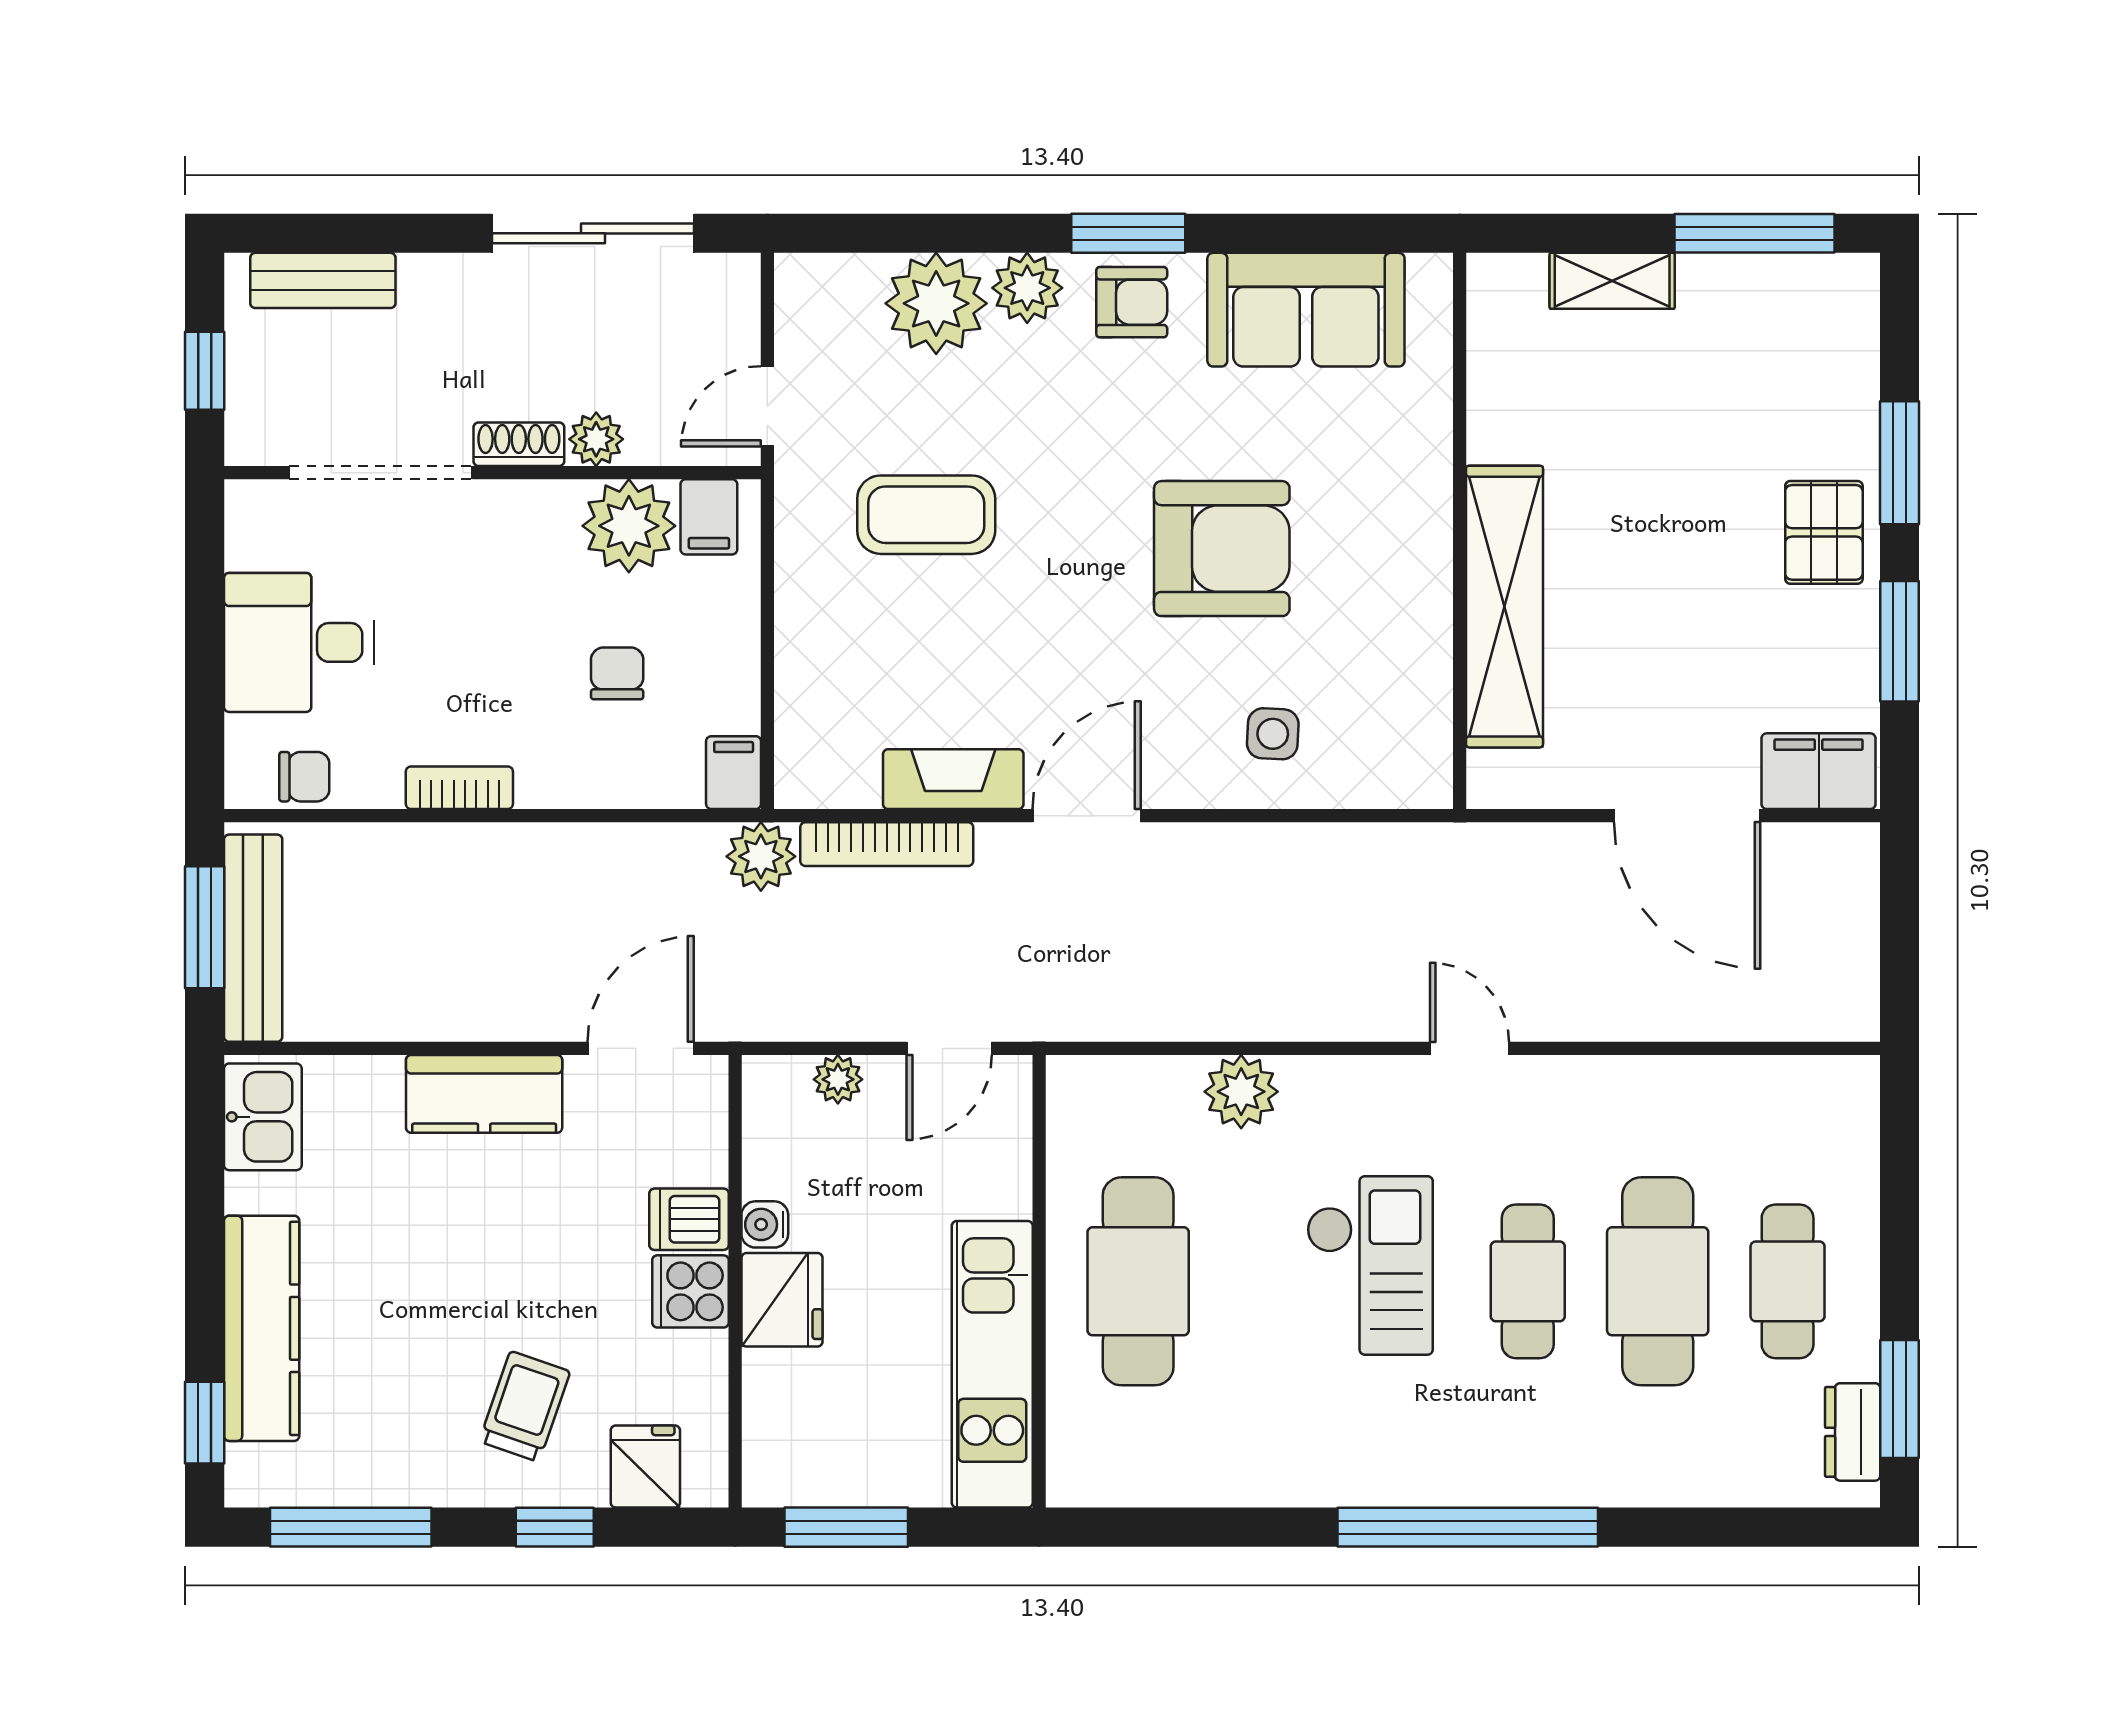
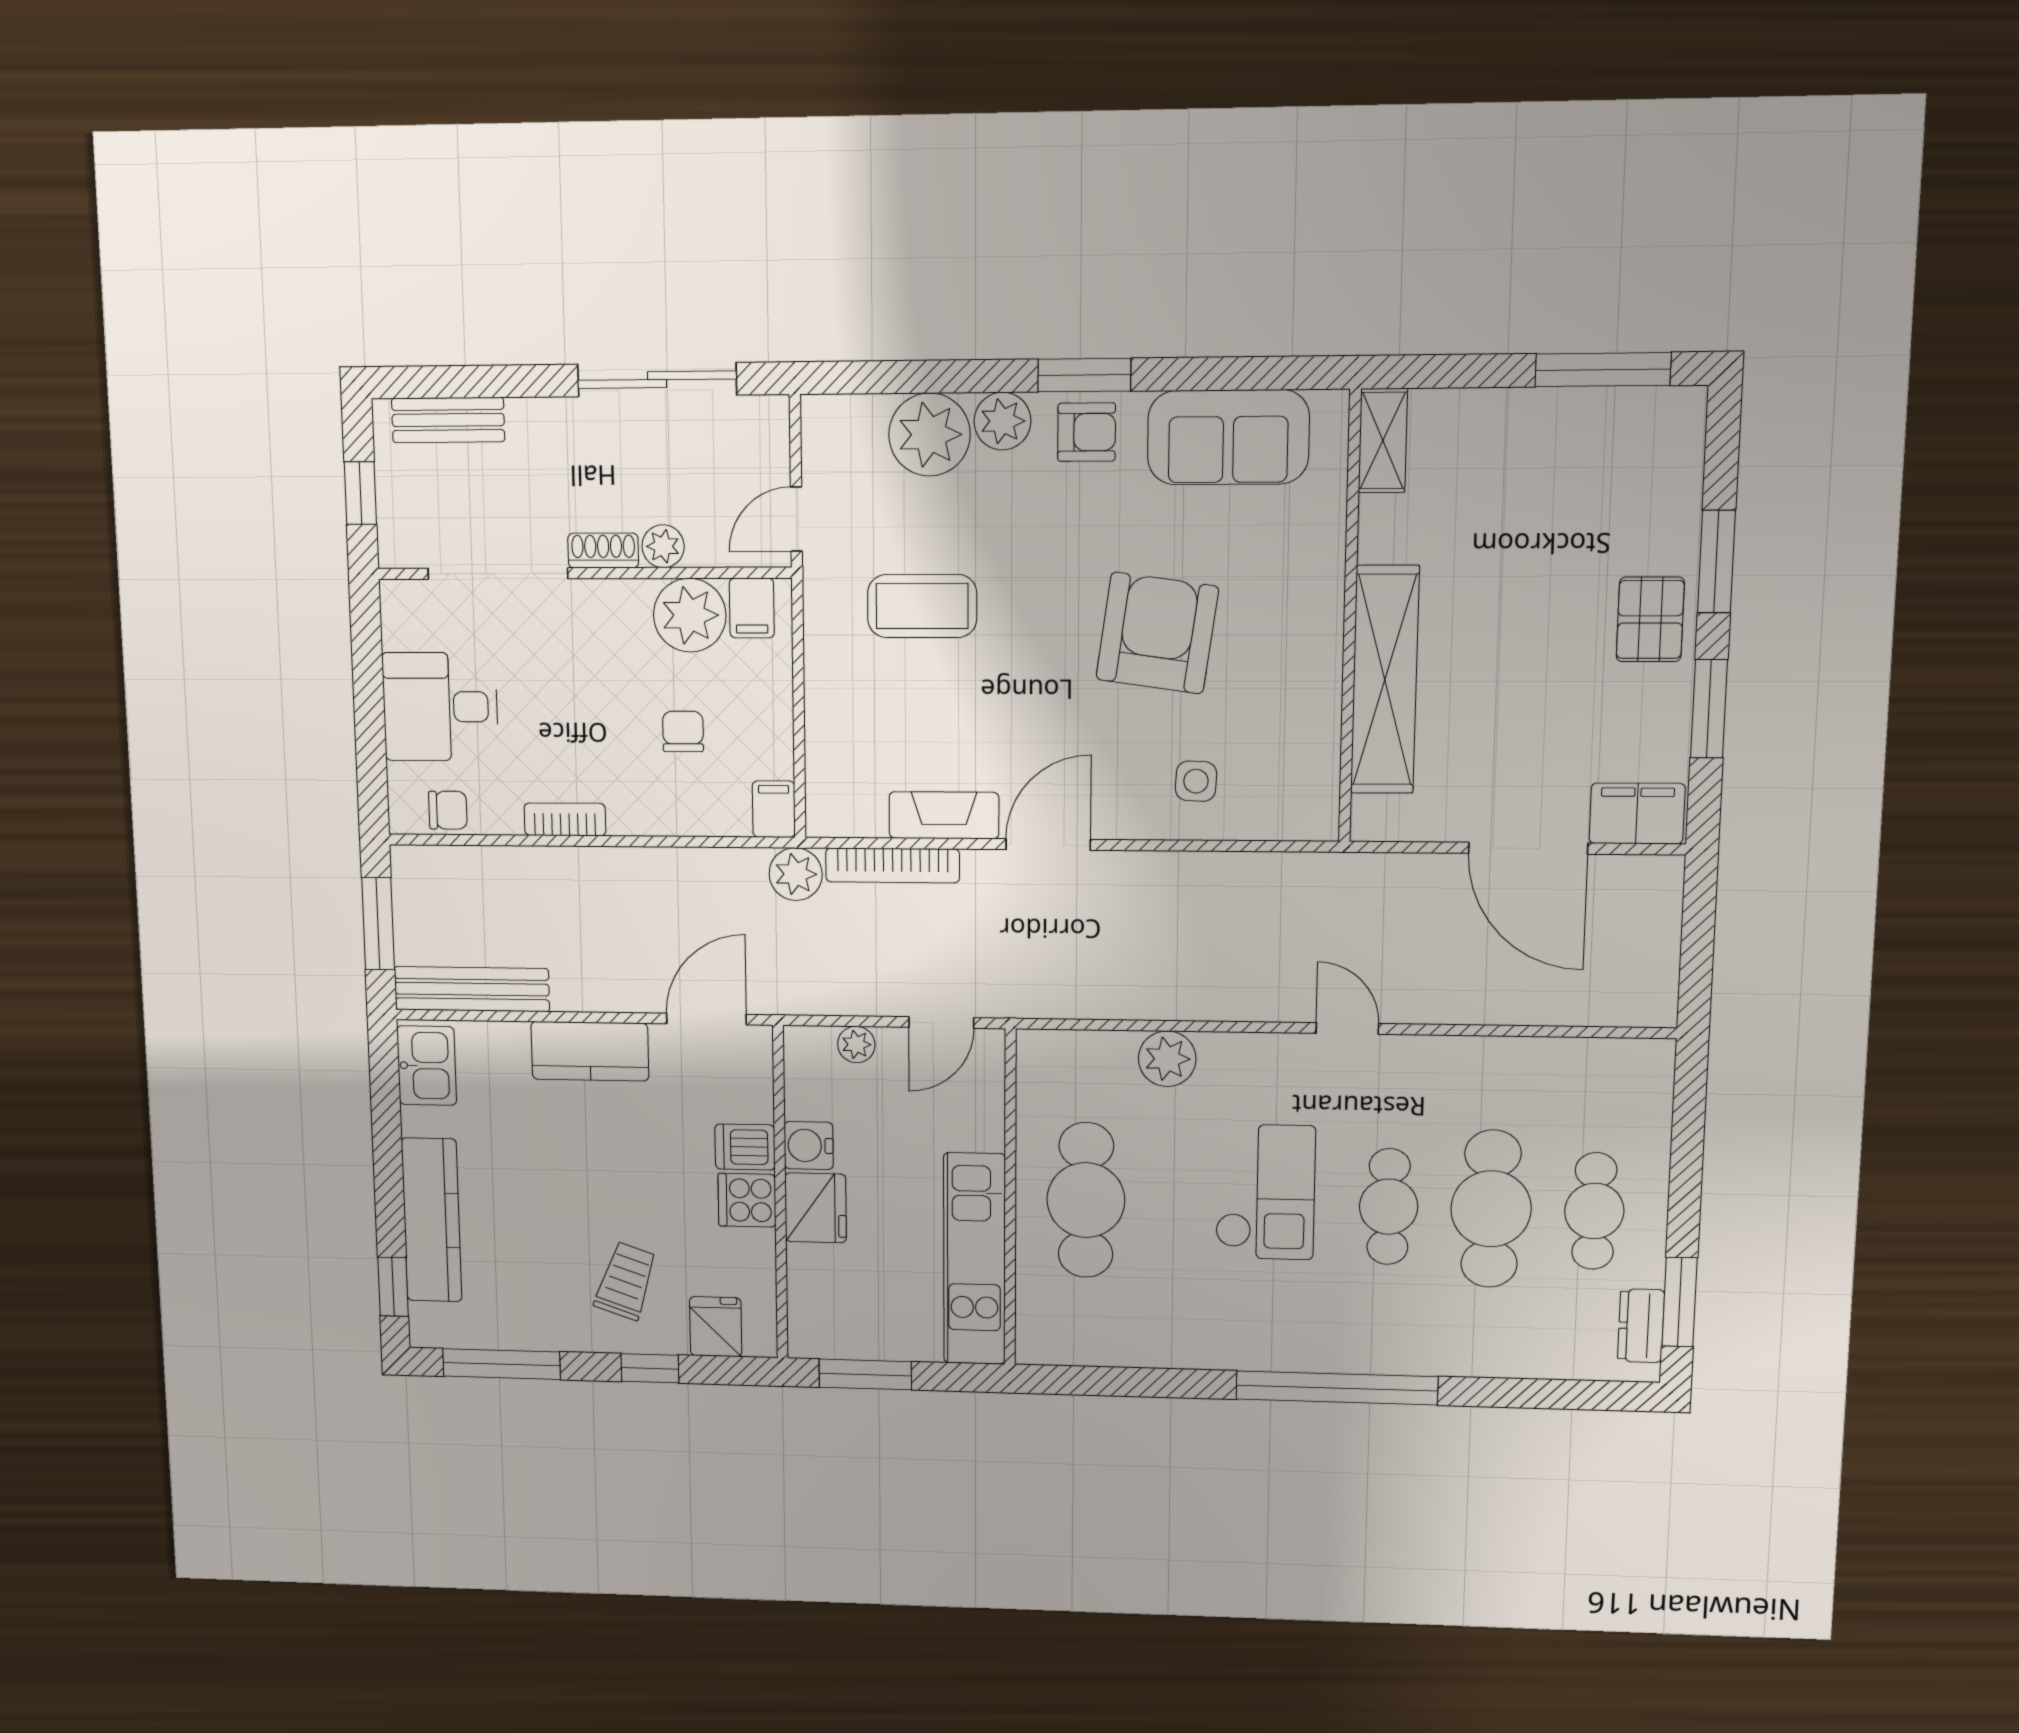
shelving: (1612, 281) -> (1383, 441), moved, turned 90
armchair: (1222, 549) -> (1157, 633), turned -82
bench: (253, 938) -> (472, 989), moved, turned 90
water cooler: (765, 1224) -> (809, 1146), width x1.38, depth x1.38

